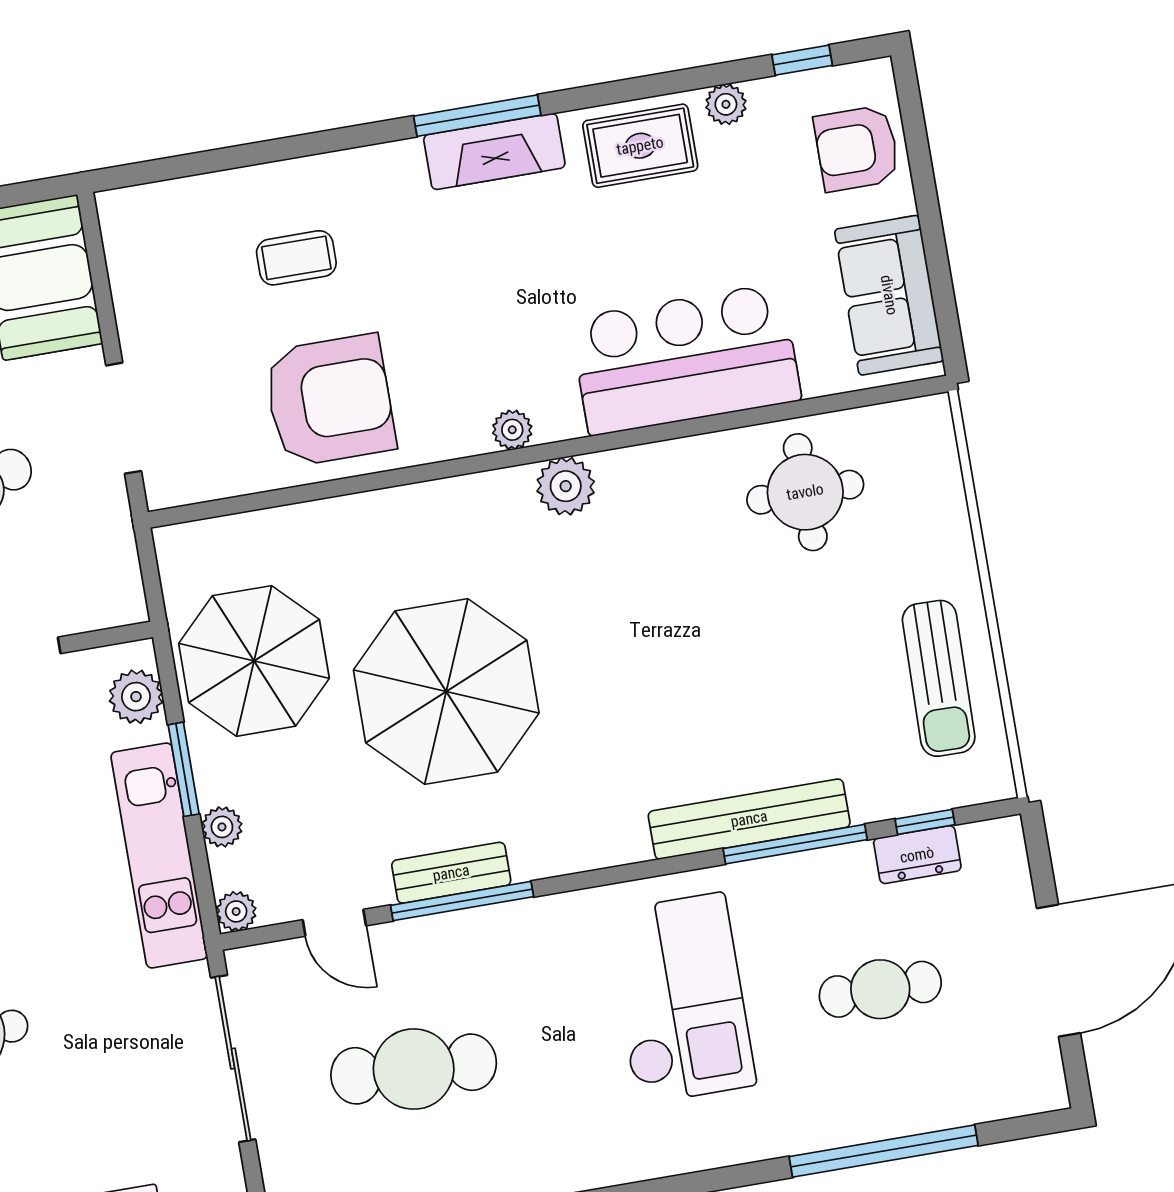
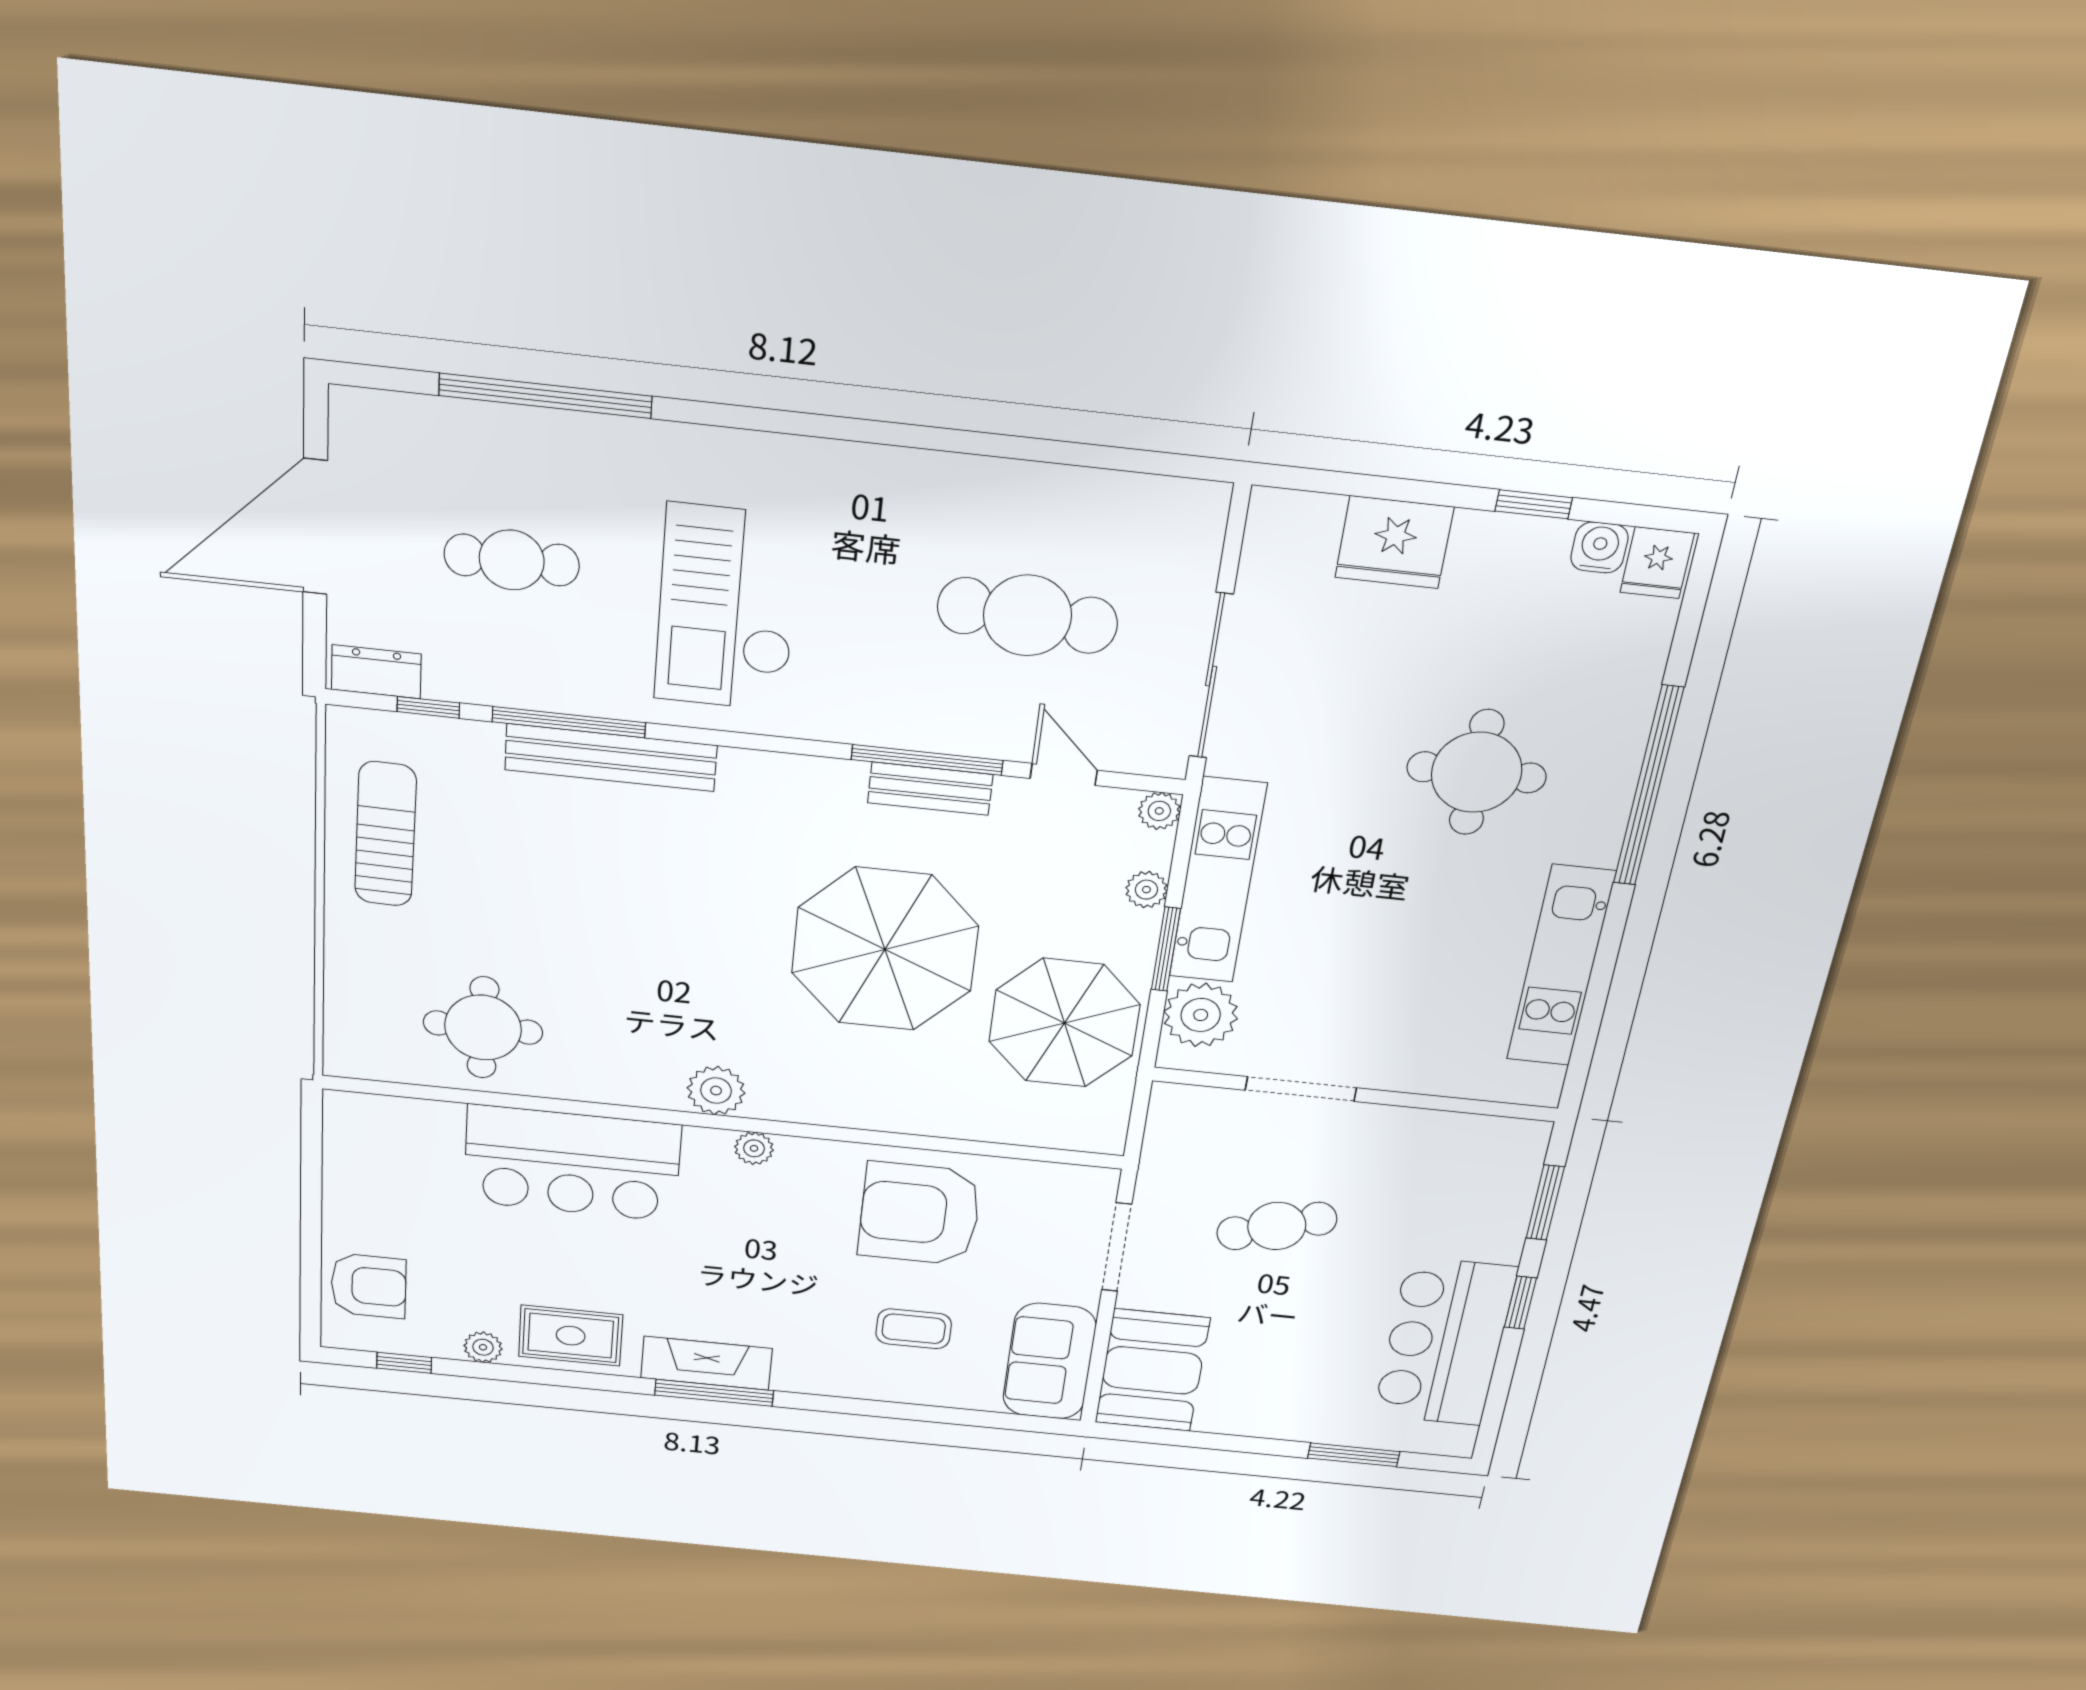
sofa: (889, 295) -> (1049, 1361), moved, turned 180
plant: (136, 697) -> (1201, 1015), width x1.36, depth x1.36
dresser: (917, 855) -> (376, 672), moved

